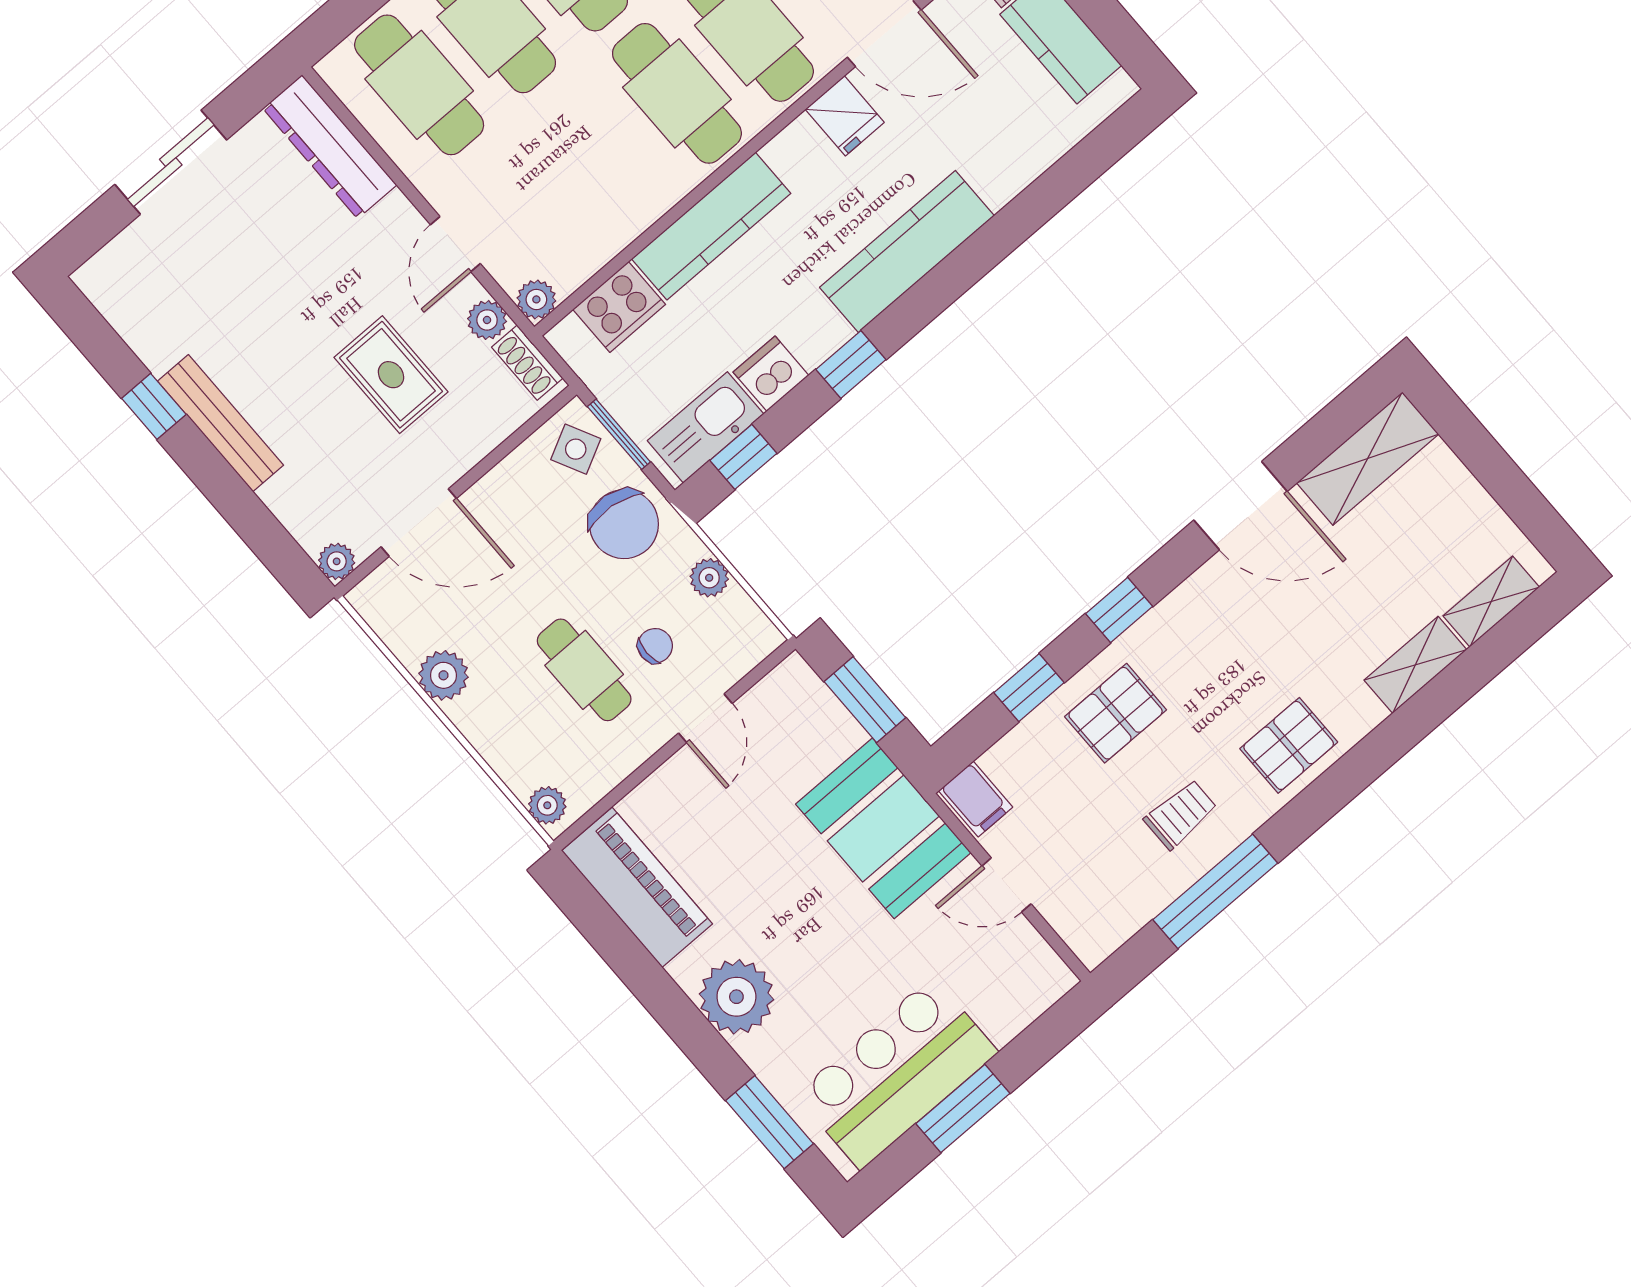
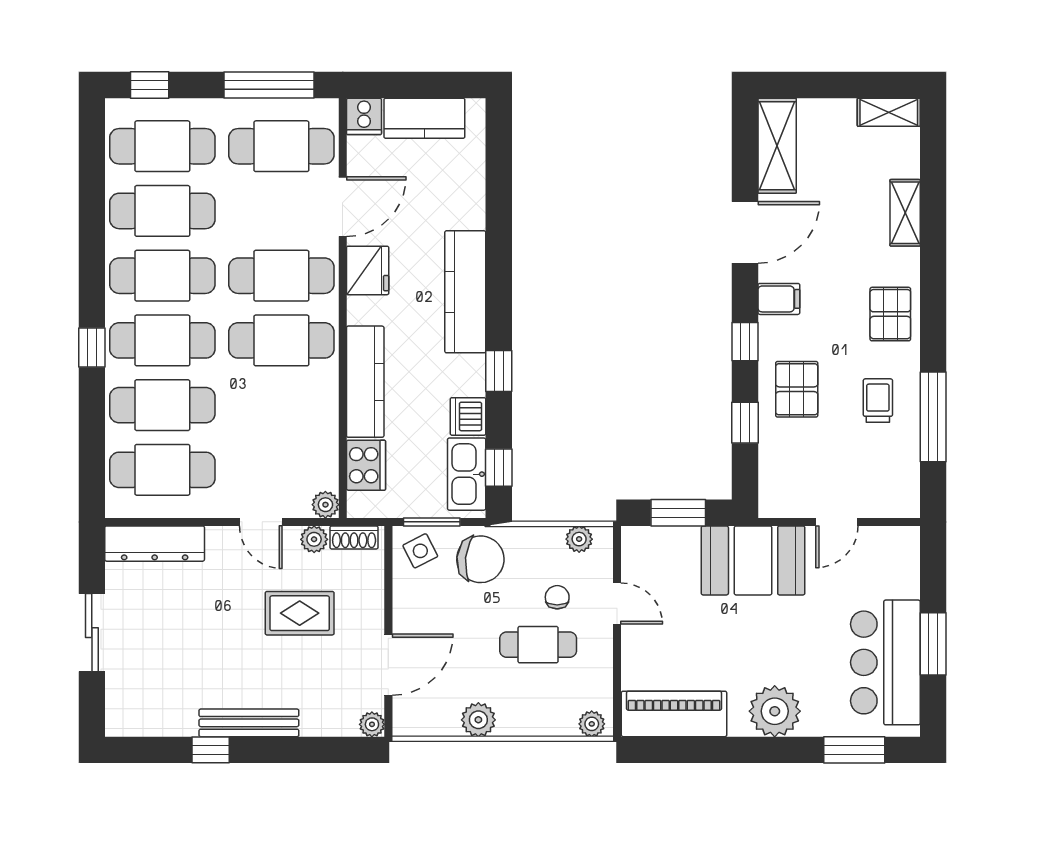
fridge: (845, 116) -> (368, 270), width x1.38
plant: (709, 578) -> (579, 539), moved
shelving: (1491, 601) -> (889, 112), moved, turned 90
filing cabinet: (976, 799) -> (779, 299), moved

